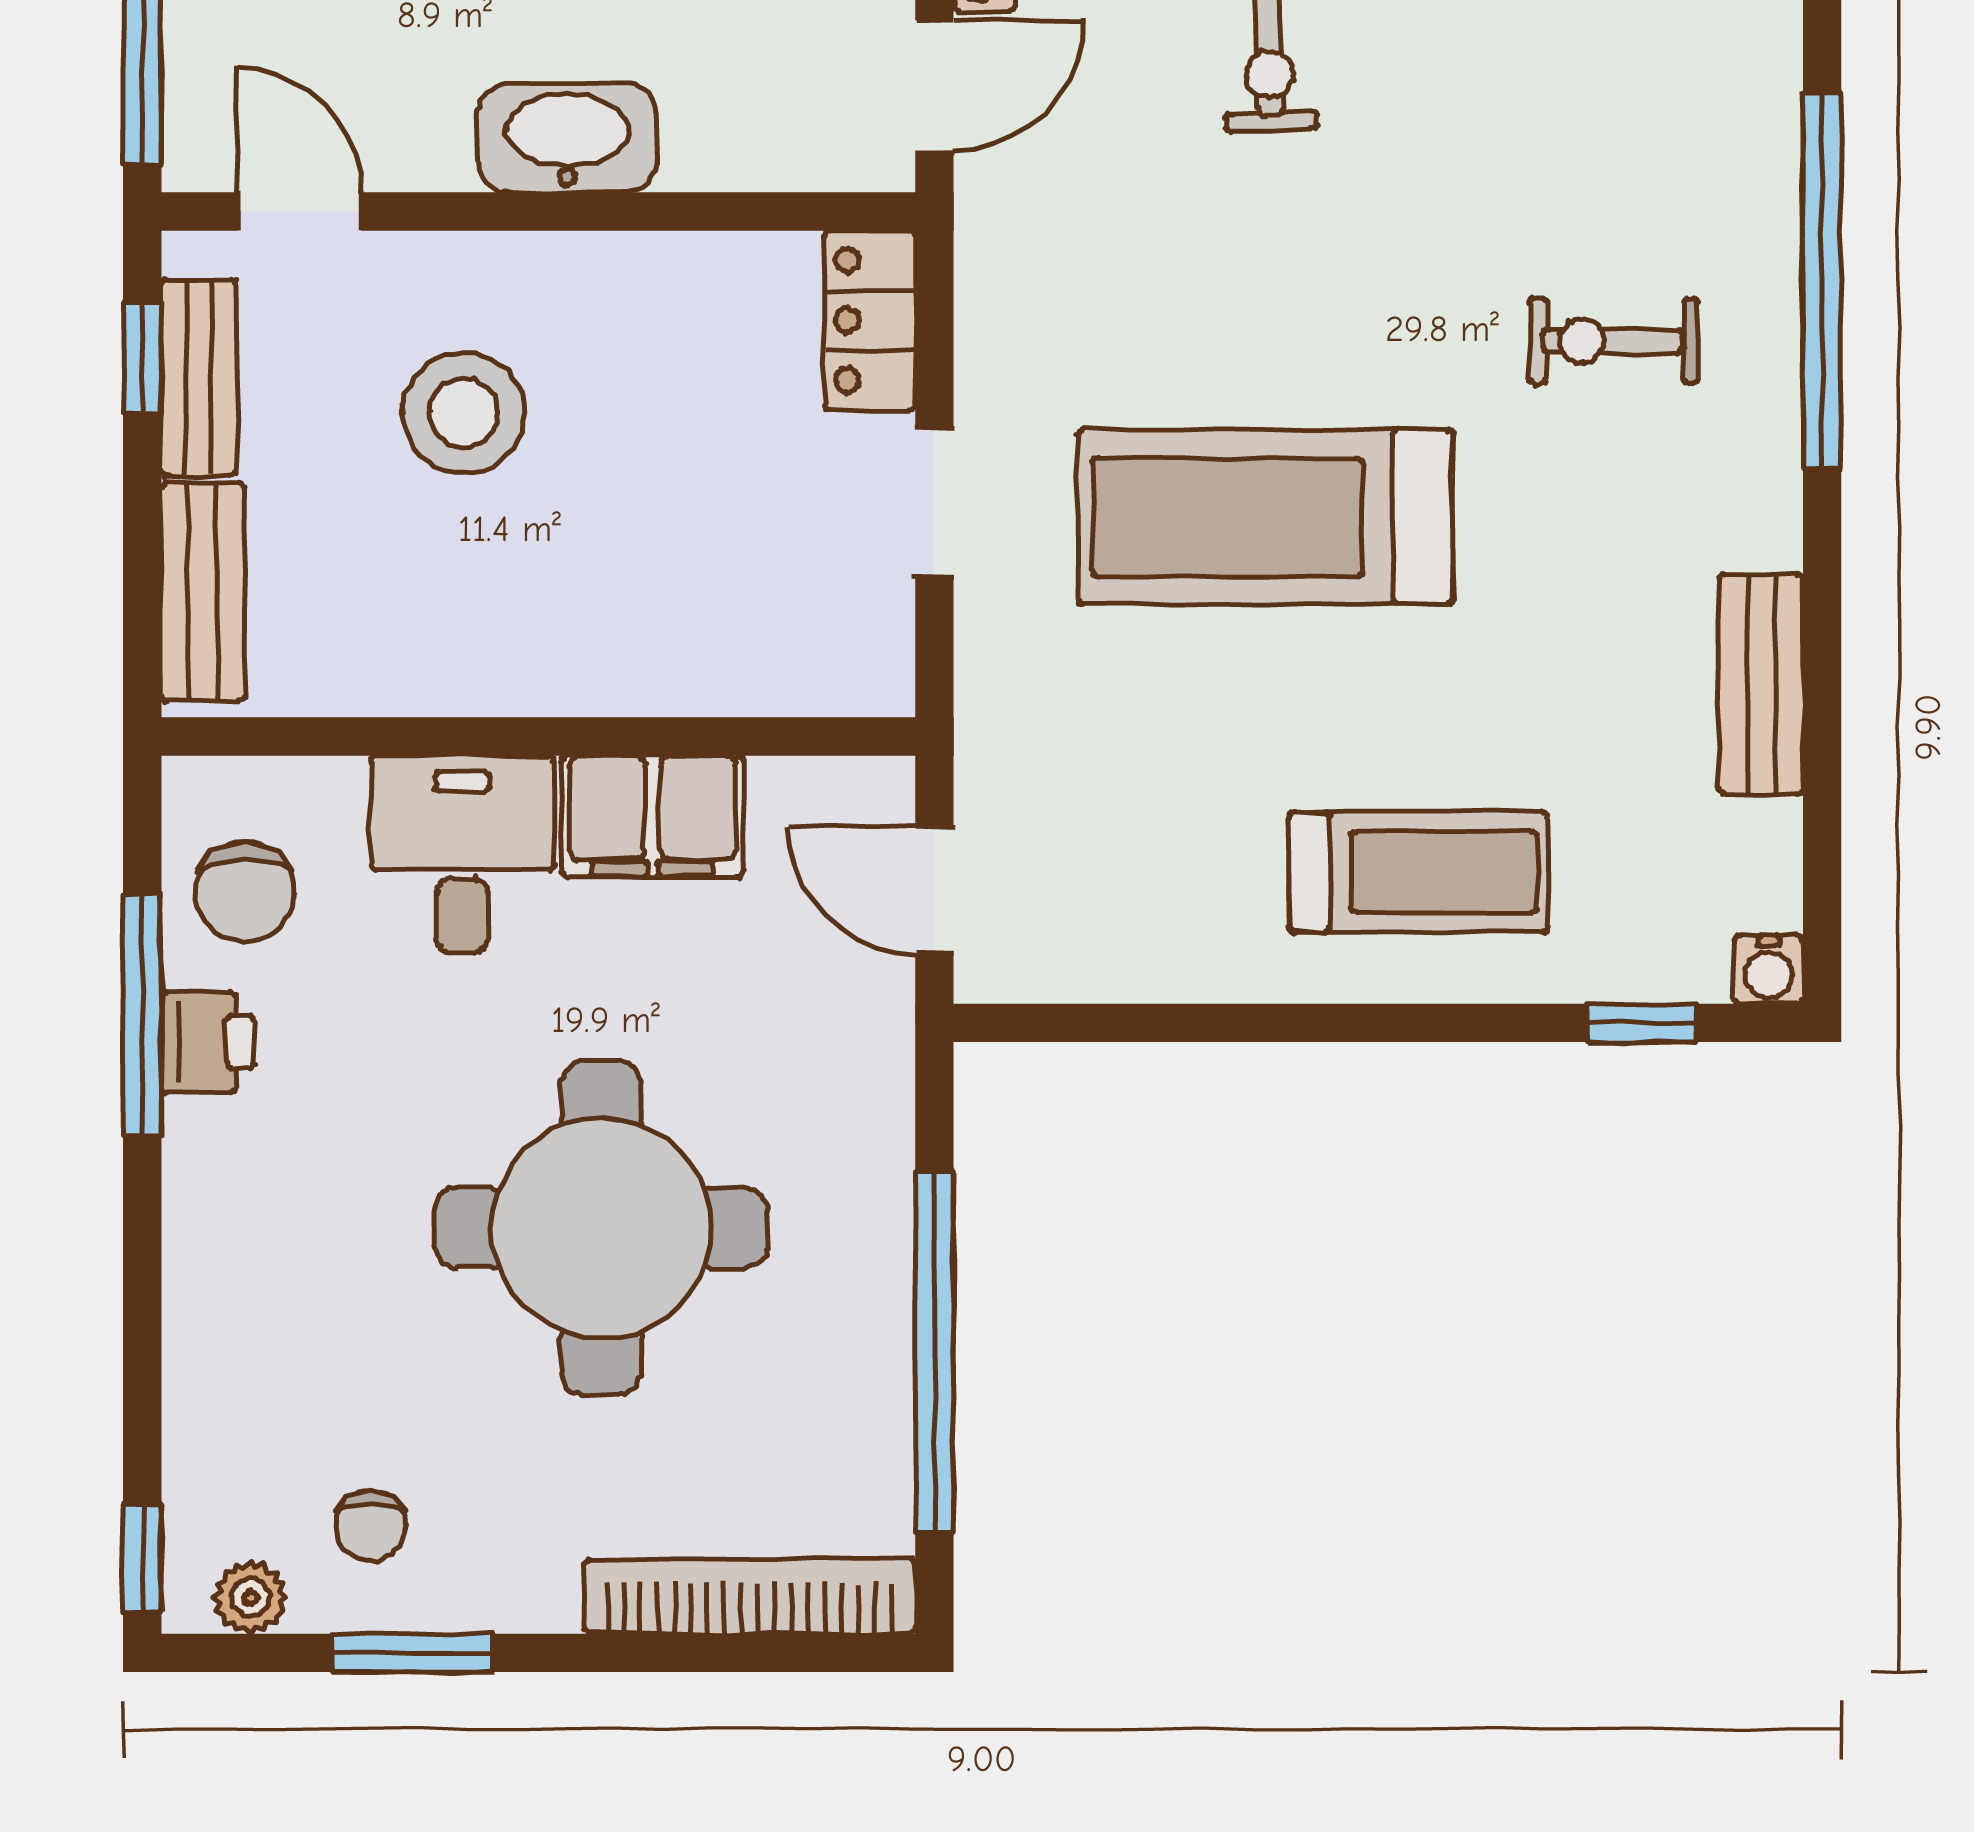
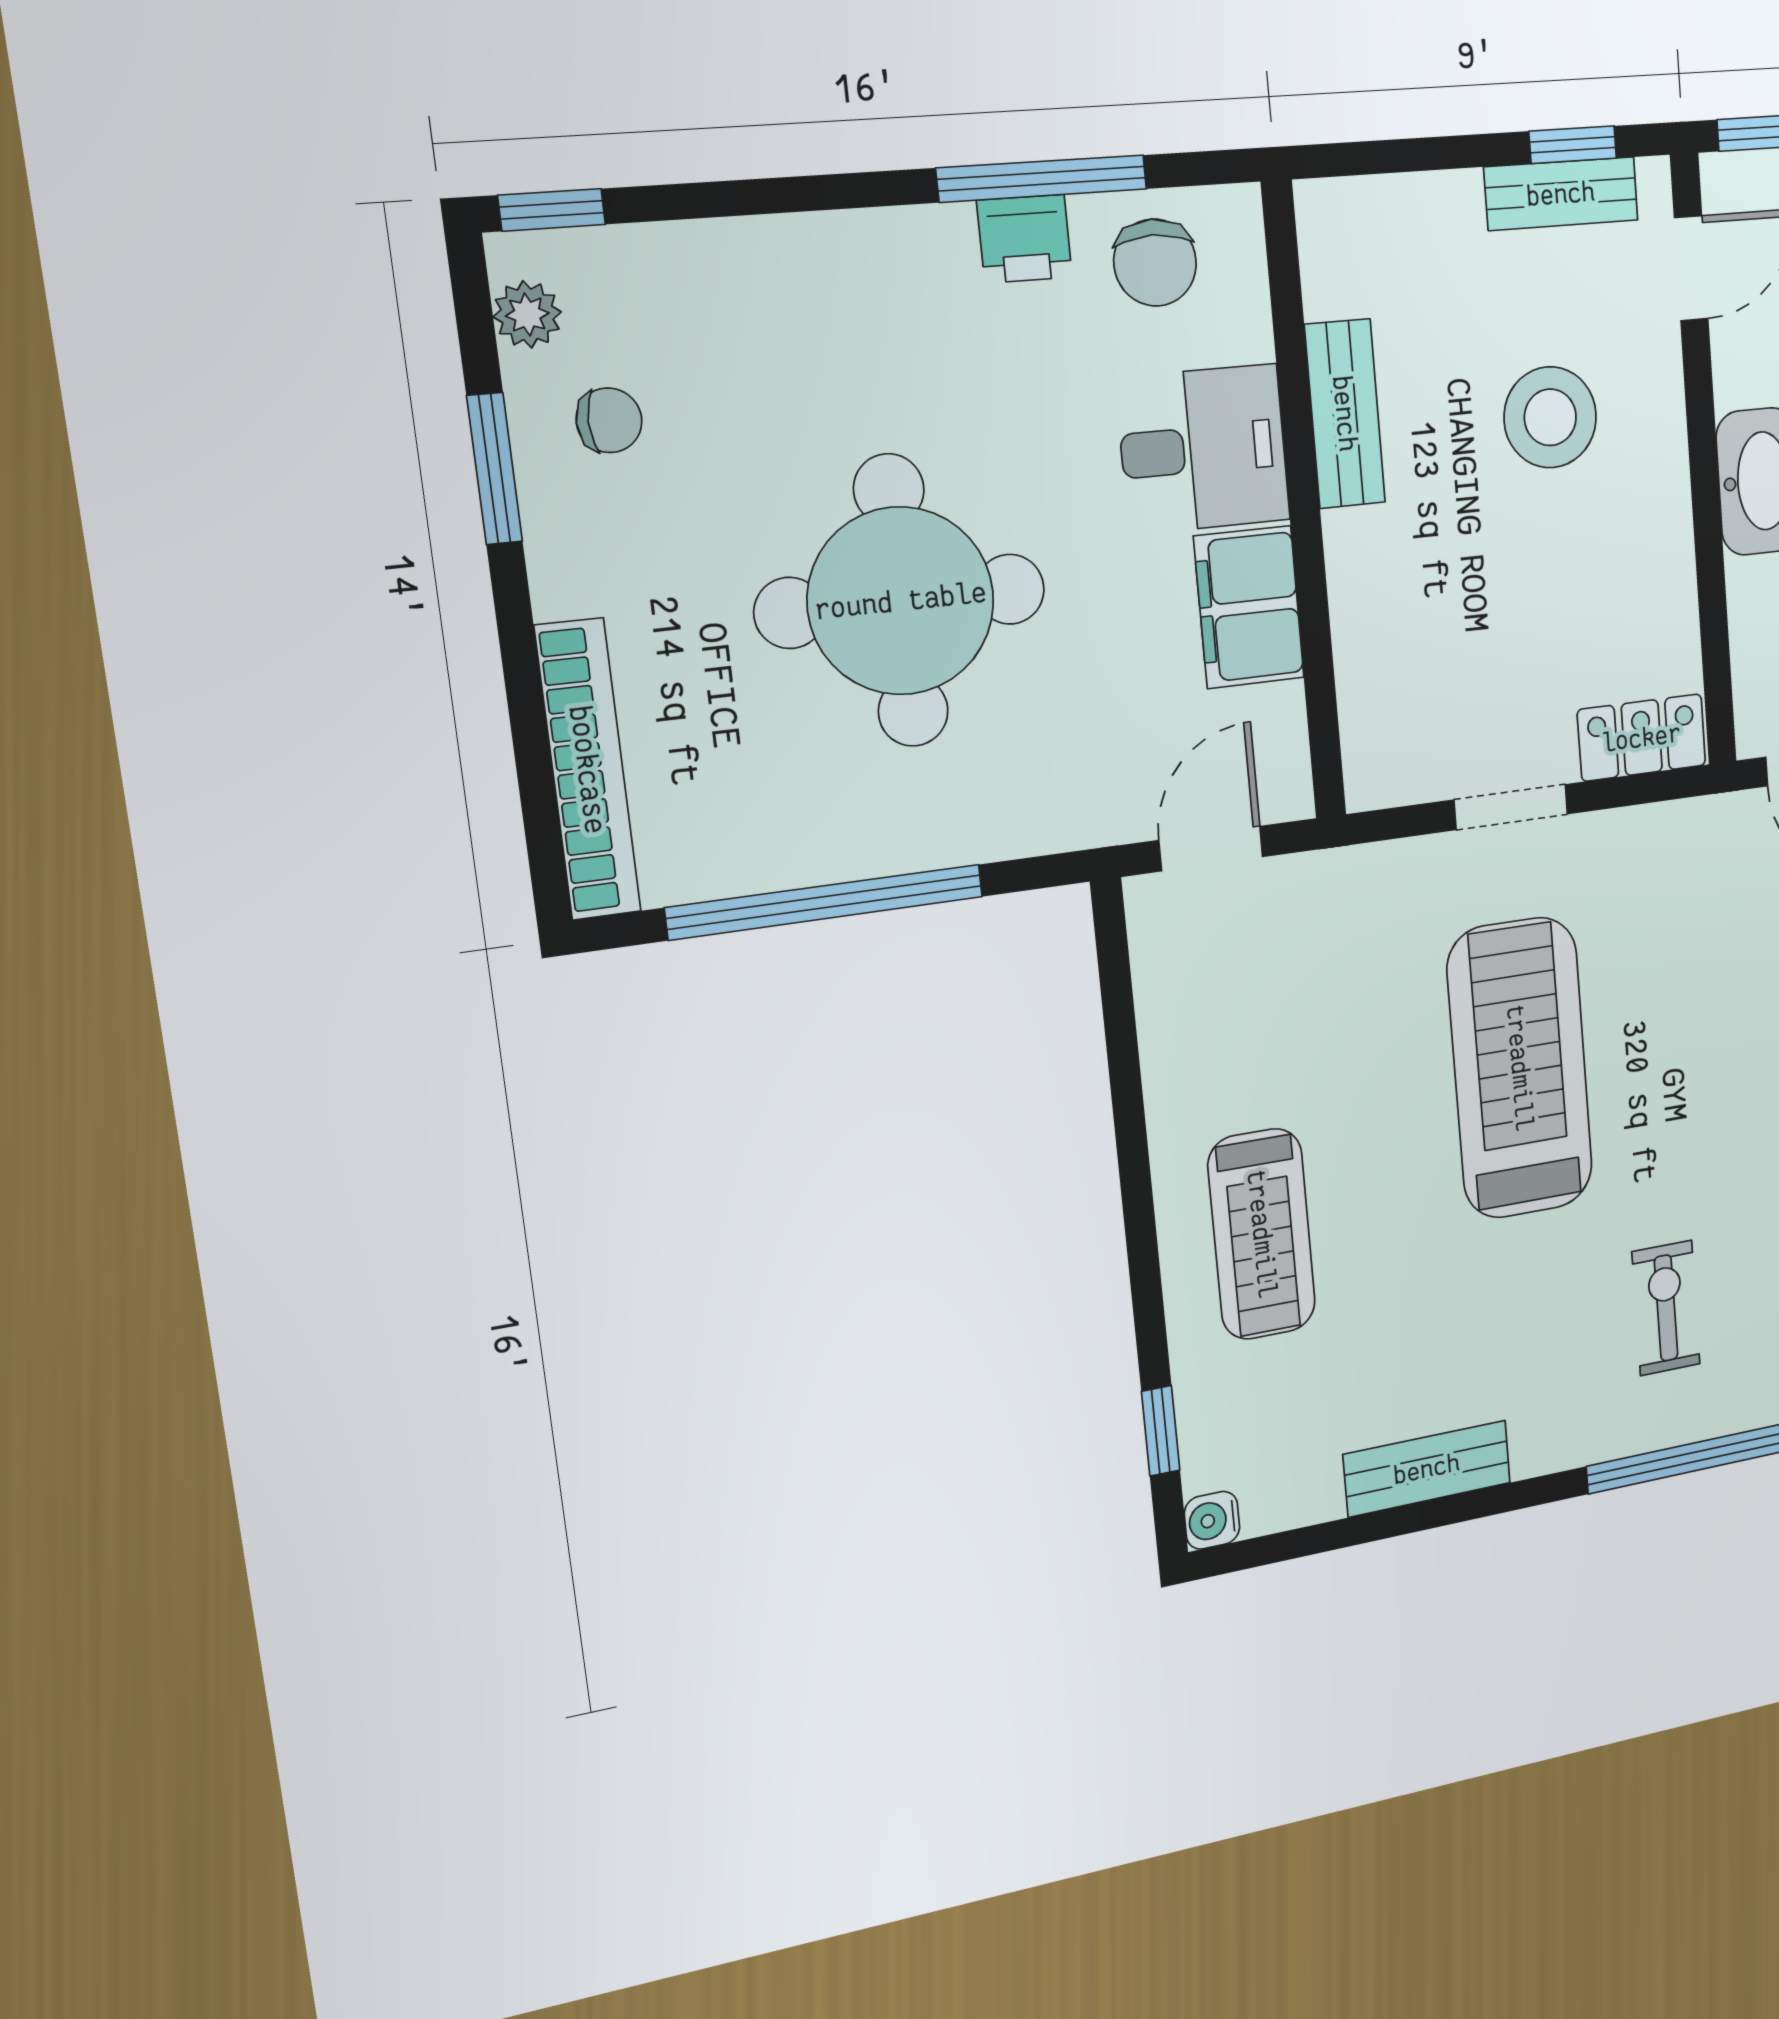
bench: (203, 592) -> (1345, 414), moved, turned 90
chair: (245, 892) -> (1155, 263), turned -90
chair: (371, 1526) -> (609, 420), turned 180

